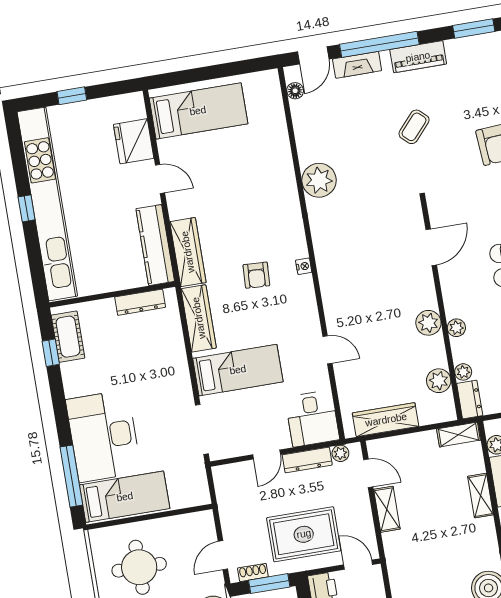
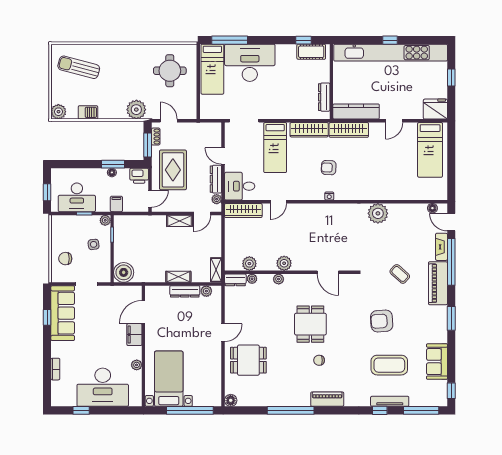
piano: (418, 57) -> (438, 283), width x1.37, depth x1.33
fridge: (134, 141) -> (435, 109), moved
wardrobe: (386, 420) -> (243, 211), moved, turned 90

